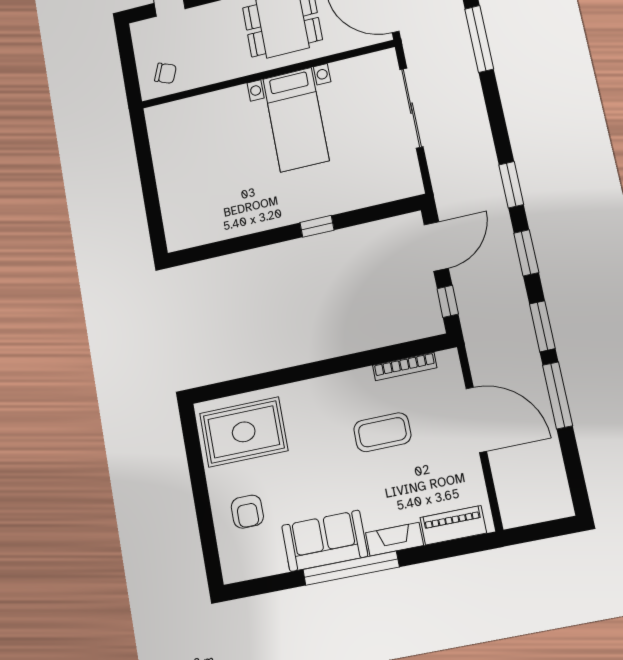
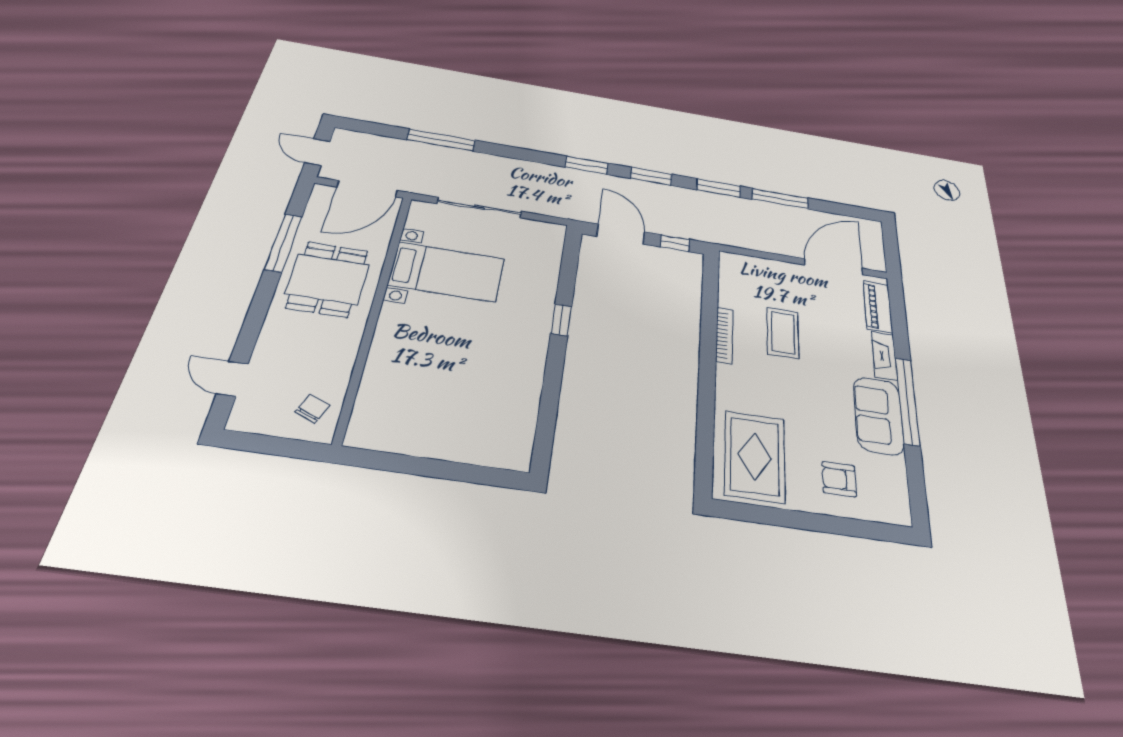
bed with nightstands: (296, 120) -> (447, 272), moved
bookcase: (405, 366) -> (724, 335), moved
door: (476, 420) -> (834, 267), moved
armchair: (247, 512) -> (839, 479), turned 180

